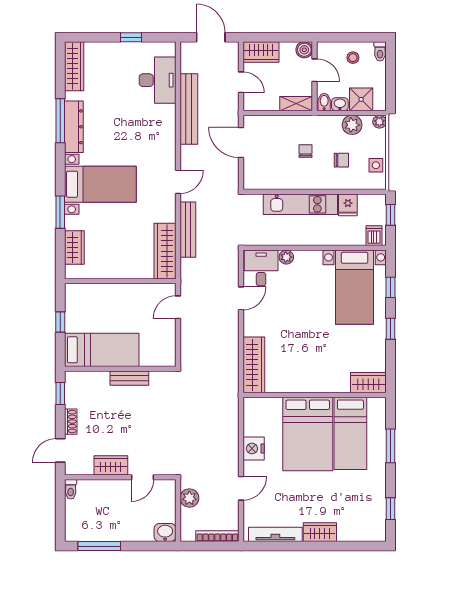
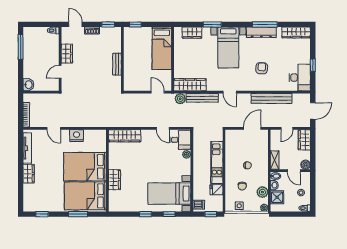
door: (315, 70) -> (294, 171), hinge flipped
desk: (158, 80) -> (300, 78), moved, turned -90
armchair: (136, 126) -> (262, 68), added
window: (60, 322) -> (135, 24), moved
bed: (102, 350) -> (162, 48), moved
wardrobe: (368, 383) -> (114, 180), moved
bed: (350, 433) -> (85, 196), width x1.50
door: (143, 477) -> (60, 72), hinge flipped
plant: (189, 498) -> (180, 99), moved

